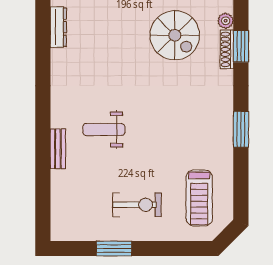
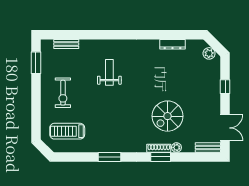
bench: (58, 149) -> (66, 44), moved
window: (114, 248) -> (36, 63), moved

